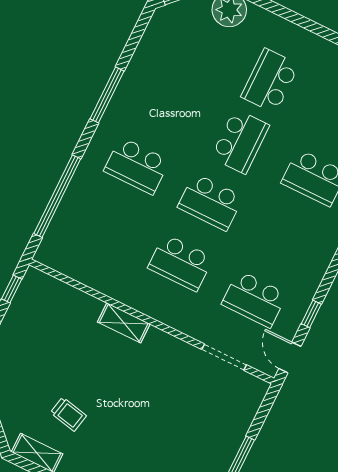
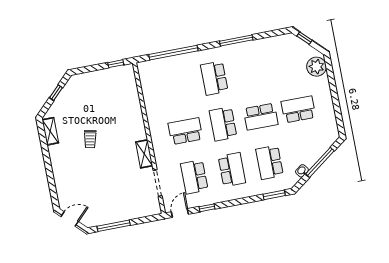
school desk: (284, 238) -> (232, 170), added
school desk: (180, 263) -> (185, 131), turned 90
shelving: (124, 323) -> (144, 154), moved
trolley: (68, 414) -> (90, 139), moved

